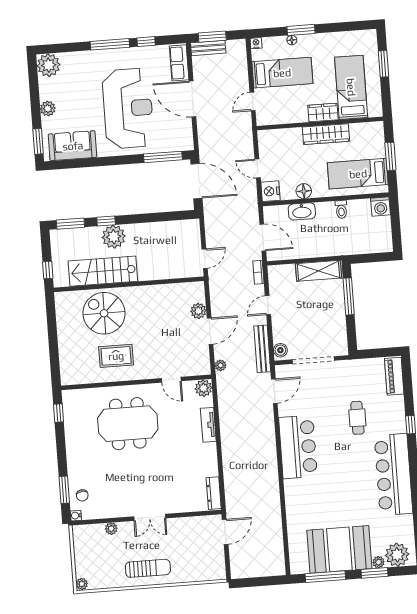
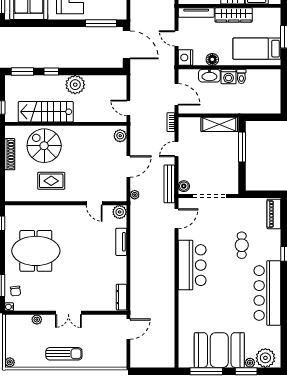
tv unit: (280, 135) -> (196, 13), added
washing machine: (381, 207) -> (229, 76), moved
plant: (114, 237) -> (75, 85), moved
door: (205, 259) -> (128, 108), swing flipped
plant: (198, 311) -> (120, 136), moved
shoe rack: (63, 327) -> (10, 154), added
meeting table: (128, 424) -> (36, 251), moved

